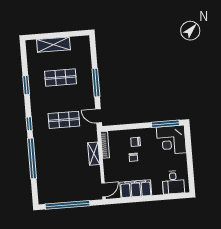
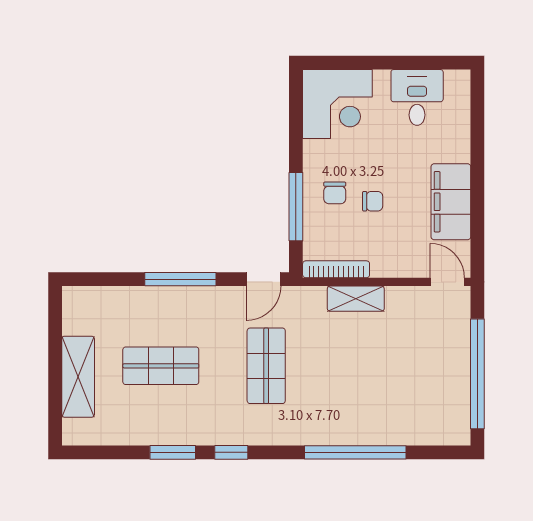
shop shelf: (60, 78) -> (161, 366), turned 90
window: (29, 124) -> (231, 452), moved
window: (165, 124) -> (296, 207), moved
desk: (173, 182) -> (417, 97), moved, turned -90

